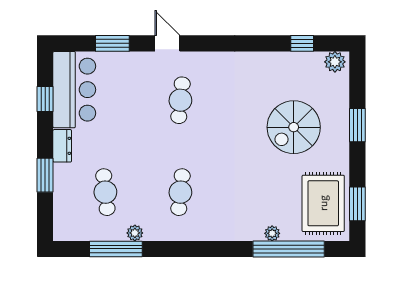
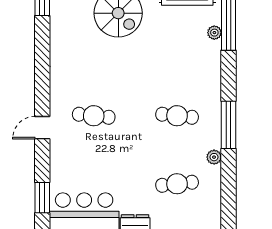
window: (112, 43) -> (42, 198), moved
window: (116, 249) -> (229, 125), moved

